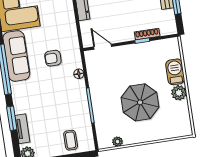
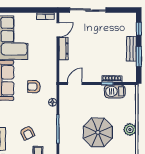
door: (103, 47) -> (75, 84), hinge flipped
barbecue: (175, 72) -> (115, 91), moved, turned -90
armchair: (54, 116) -> (27, 133), added

